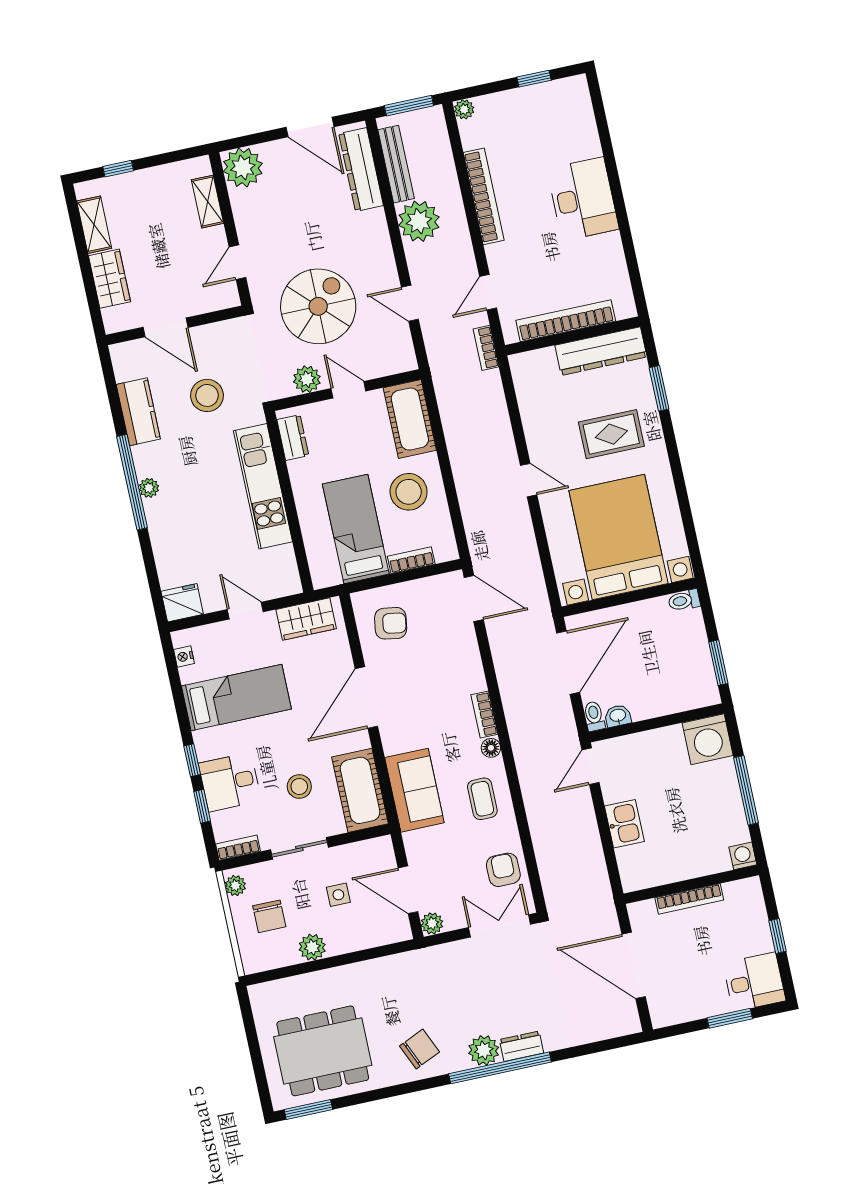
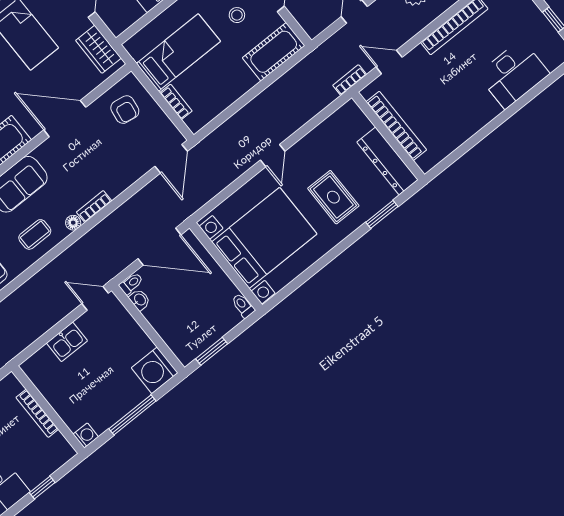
desk: (583, 199) -> (513, 74), moved
stool: (409, 492) -> (237, 15), moved, width x0.53, depth x0.53

